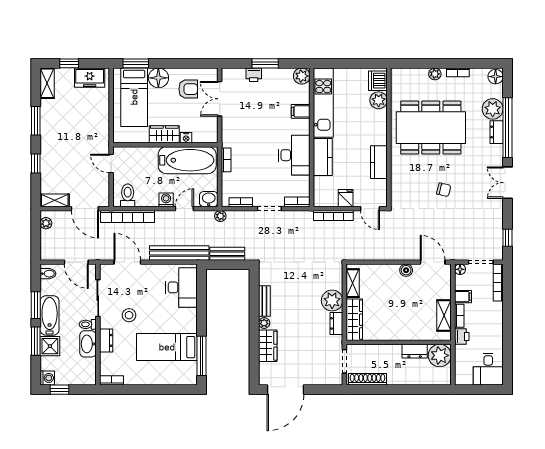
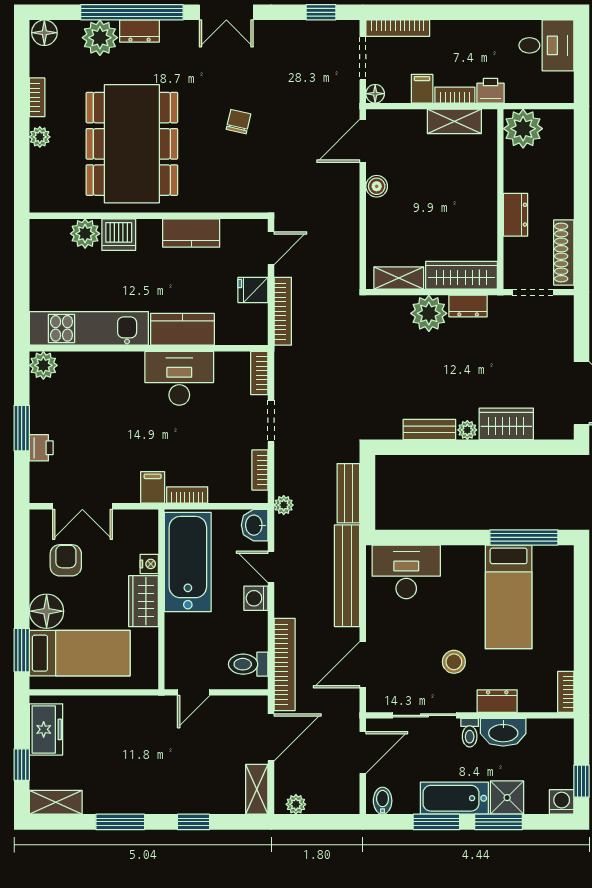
dishwasher: (378, 81) -> (119, 235), moved
filing cabinet: (301, 111) -> (153, 487), moved, turned 180
dresser: (415, 351) -> (516, 215), moved

